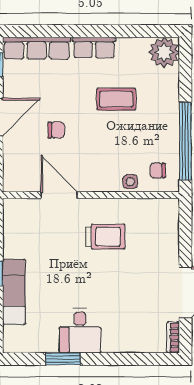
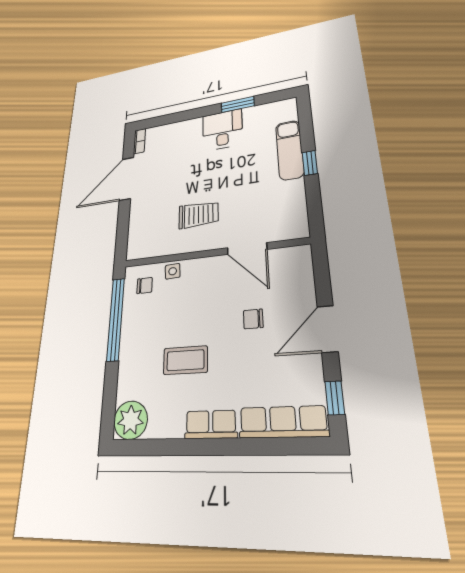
trolley: (105, 237) -> (198, 215), turned 180

